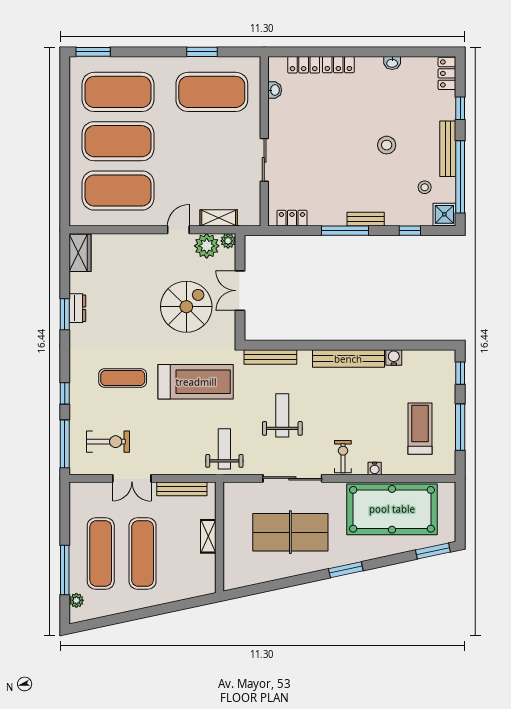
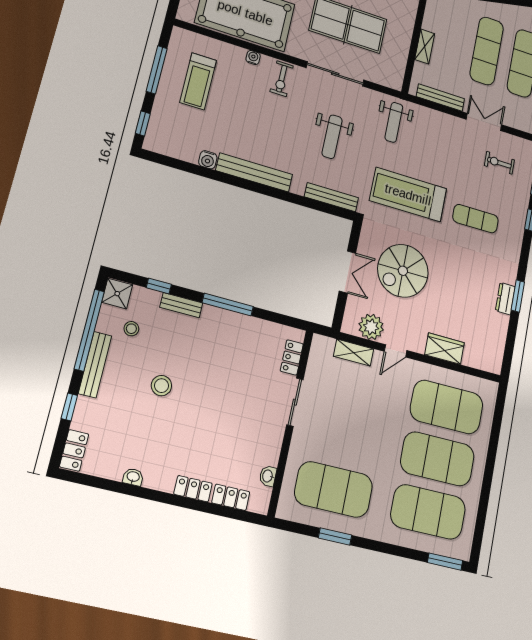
locker: (292, 218) -> (292, 357), moved, turned 90
bench: (366, 219) -> (181, 305), moved
plant: (228, 241) -> (349, 326), removed
wardrobe: (80, 253) -> (445, 349), moved, turned 90
exercise bike: (108, 442) -> (499, 163), width x0.73, depth x0.72

